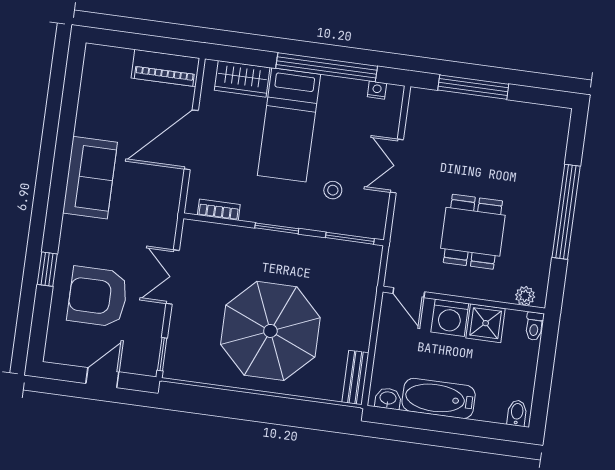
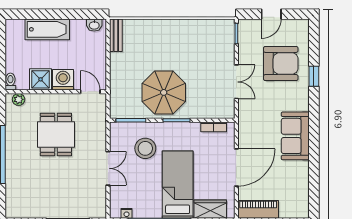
stool: (333, 190) -> (145, 148), width x1.89, depth x1.89
parasol: (270, 331) -> (164, 92), moved, width x0.73, depth x0.73
bathtub: (439, 398) -> (47, 29), moved
bidet: (517, 413) -> (14, 27), removed

